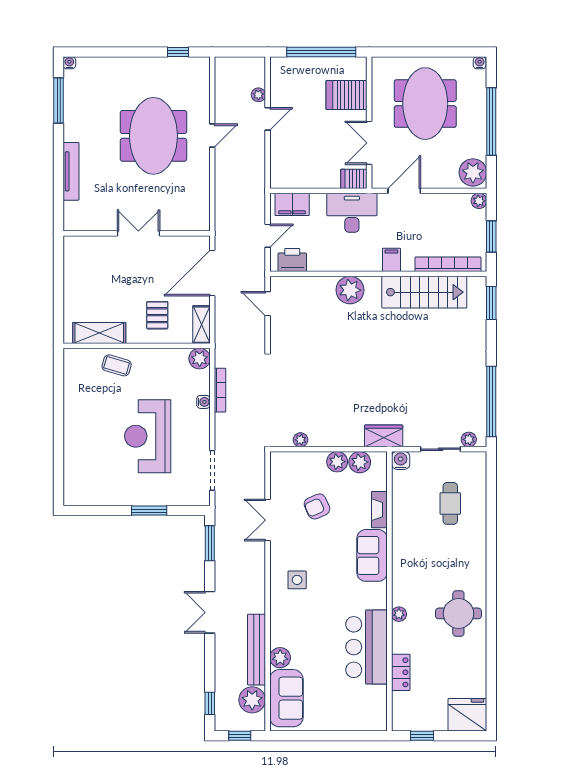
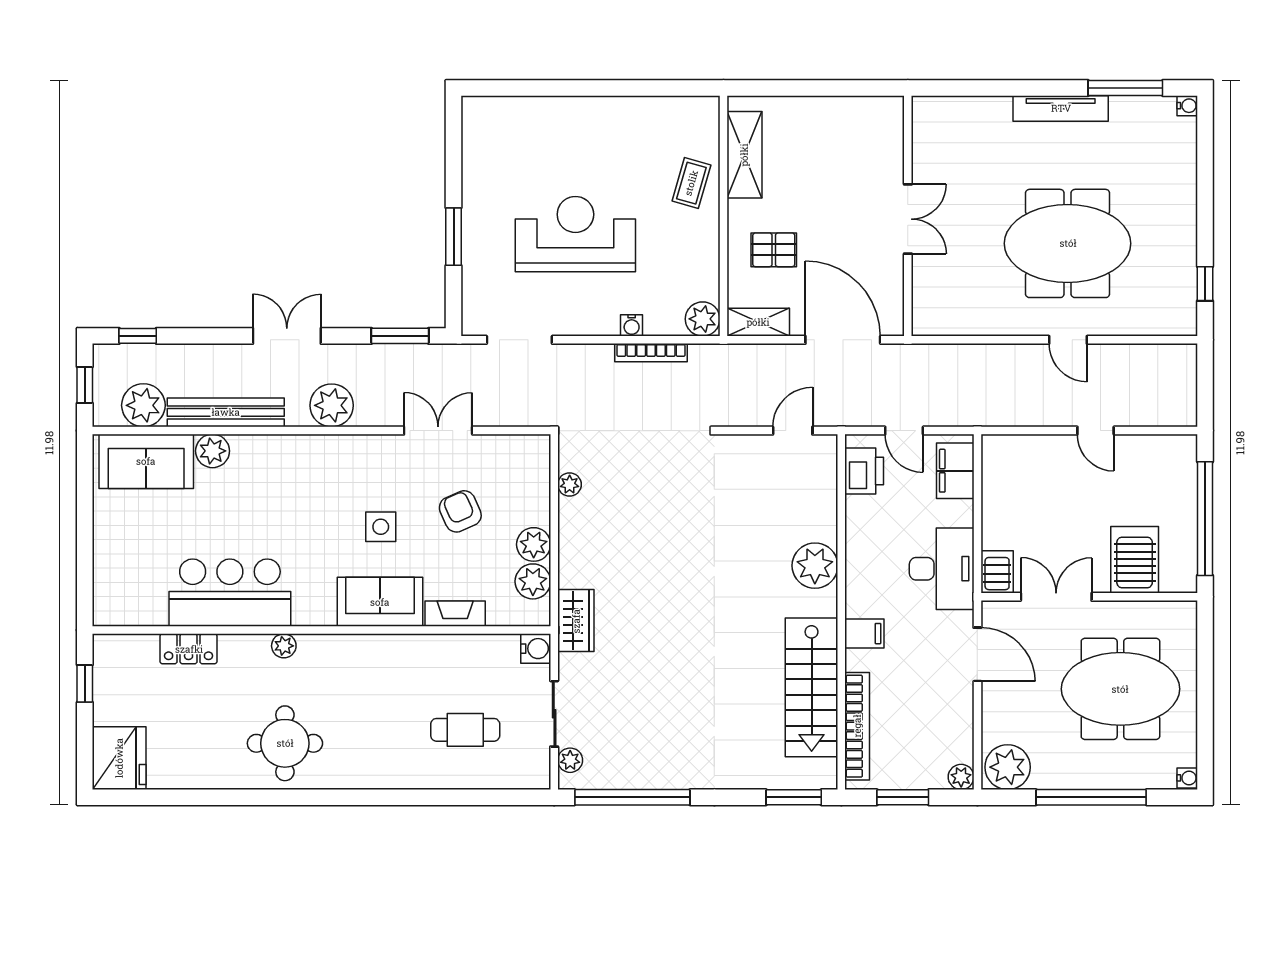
plant: (258, 95) -> (332, 405), moved, width x1.88, depth x1.88
tv unit: (71, 171) -> (1061, 108), moved
side table: (297, 580) -> (381, 527), moved

